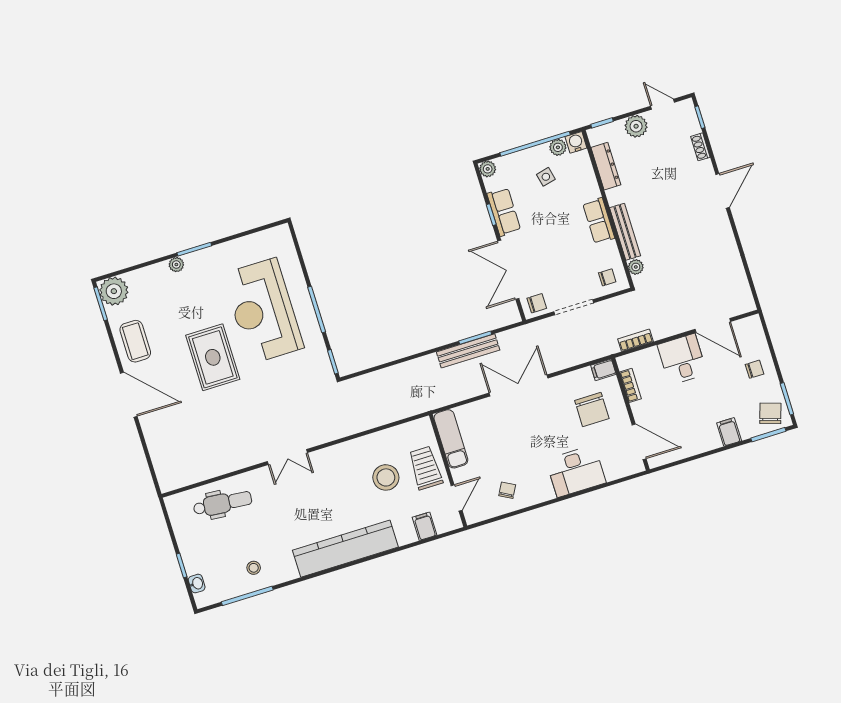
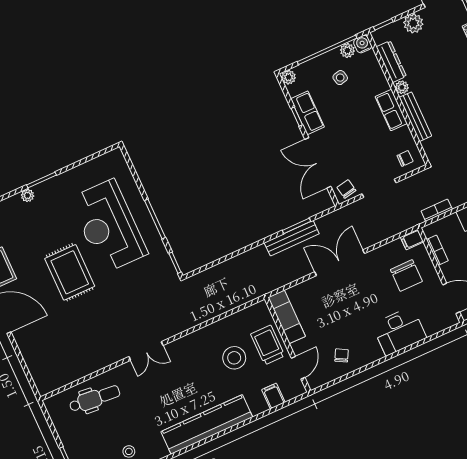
plant: (636, 267) -> (402, 87), moved
chair: (537, 303) -> (346, 189), turned -101

